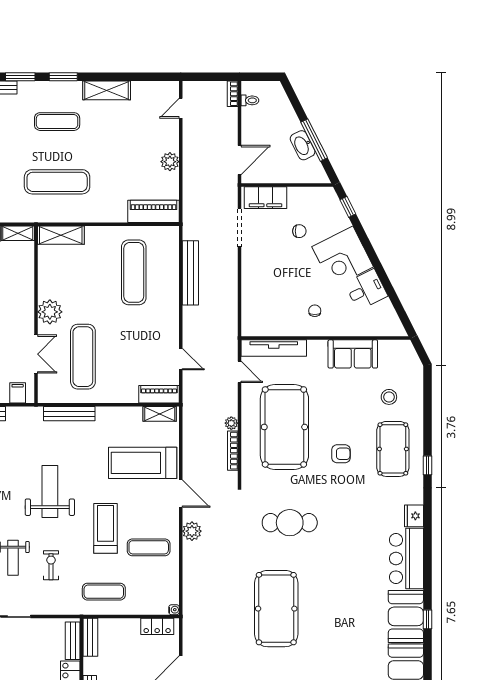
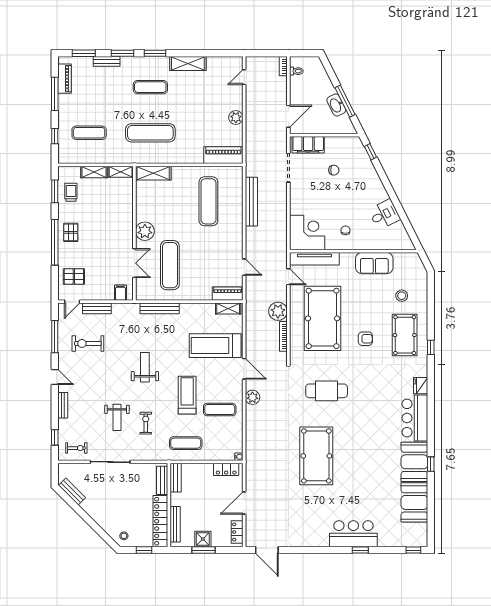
corner desk: (343, 257) -> (307, 232), moved, turned -153
plant: (231, 423) -> (278, 311), width x1.88, depth x1.88
weight bench: (50, 491) -> (145, 367), width x0.73, depth x0.75

